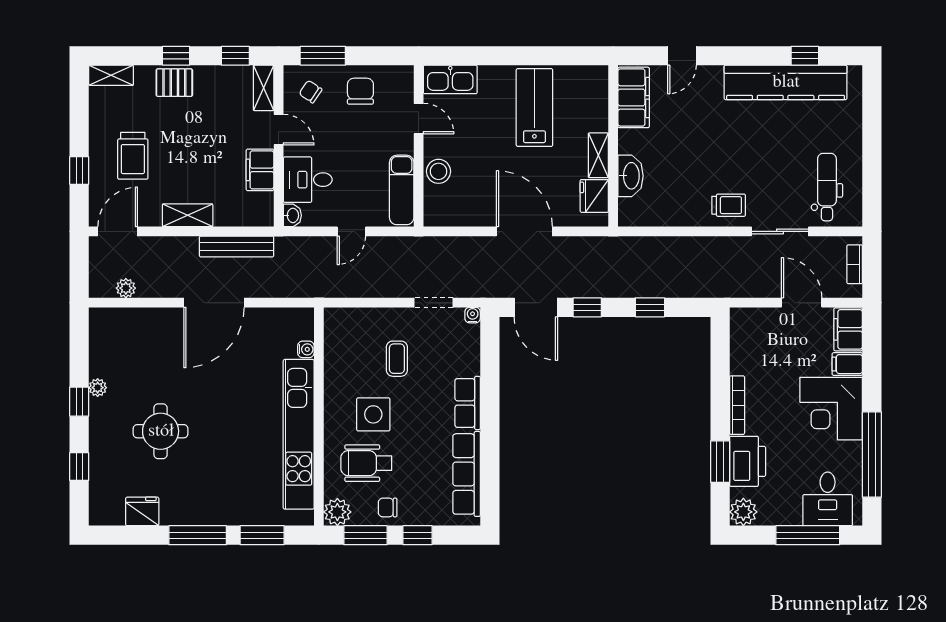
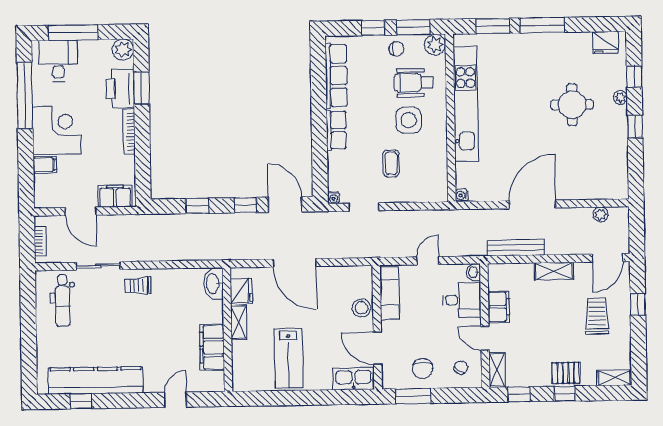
window: (323, 56) -> (413, 396), moved
chair: (310, 92) -> (461, 368), turned -87
filing cabinet: (634, 97) -> (212, 347), moved
door: (419, 119) -> (377, 348), width x1.38
washbasin: (631, 176) -> (213, 284), moved
filing cabinet: (848, 329) -> (115, 196), moved, turned -90
water cooler: (306, 349) -> (462, 195), moved
plant: (98, 388) -> (620, 97), moved
wheelchair: (366, 463) -> (413, 83), turned 180
fridge: (142, 511) -> (605, 42), moved

